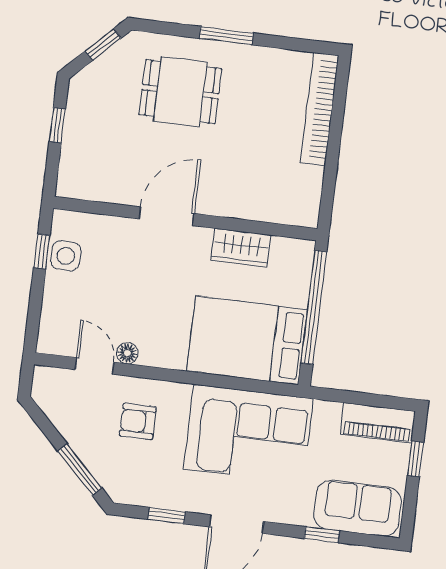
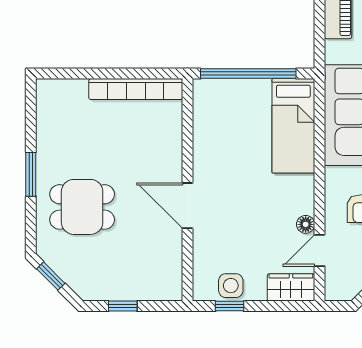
dining table: (180, 92) -> (82, 207), turned 90
bookcase: (319, 109) -> (136, 89), moved
wardrobe: (241, 248) -> (291, 287), moved, turned -90
bed: (247, 340) -> (293, 126), width x0.67

